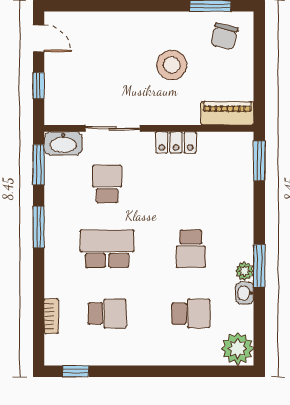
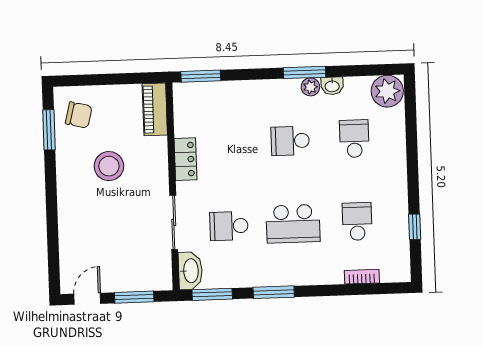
window: (39, 86) -> (134, 297), width x1.50
school desk: (107, 249) -> (293, 224), turned -90
school desk: (191, 249) -> (290, 141), turned 180
window: (76, 371) -> (415, 227), moved

